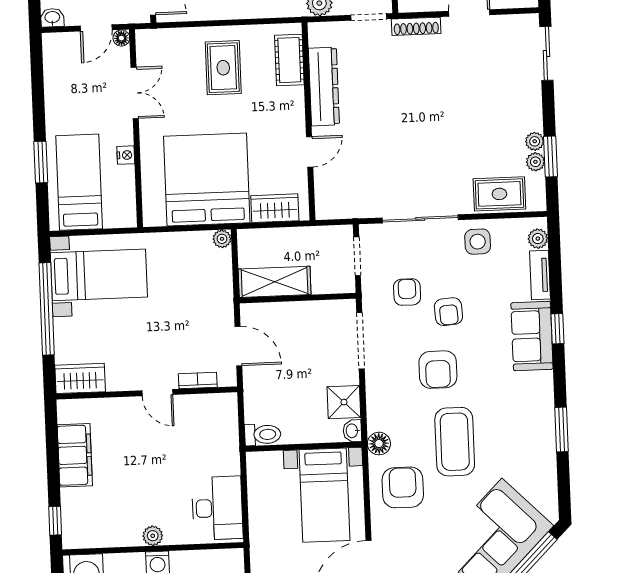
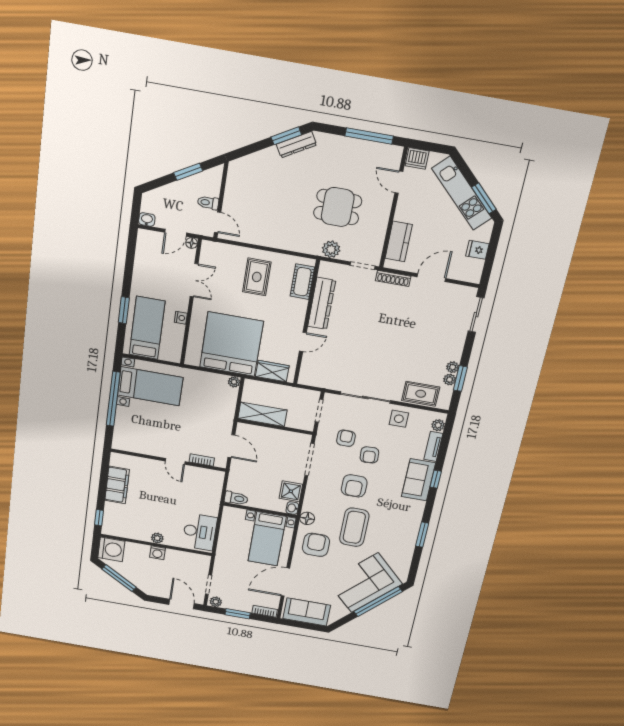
wardrobe: (80, 378) -> (128, 443), removed

